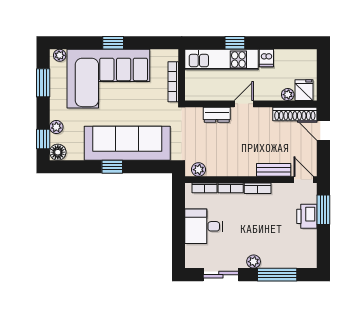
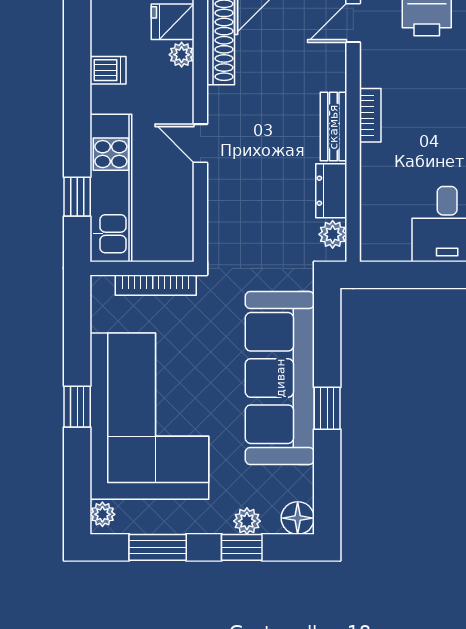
window: (235, 43) -> (77, 197), moved
dishwasher: (266, 58) -> (108, 70), moved
dresser: (217, 115) -> (331, 191), moved, turned 180
window: (43, 139) -> (242, 547), moved
bench: (274, 170) -> (333, 127), moved
bookcase: (205, 188) -> (369, 222), removed
bookcase: (231, 188) -> (370, 170), removed

